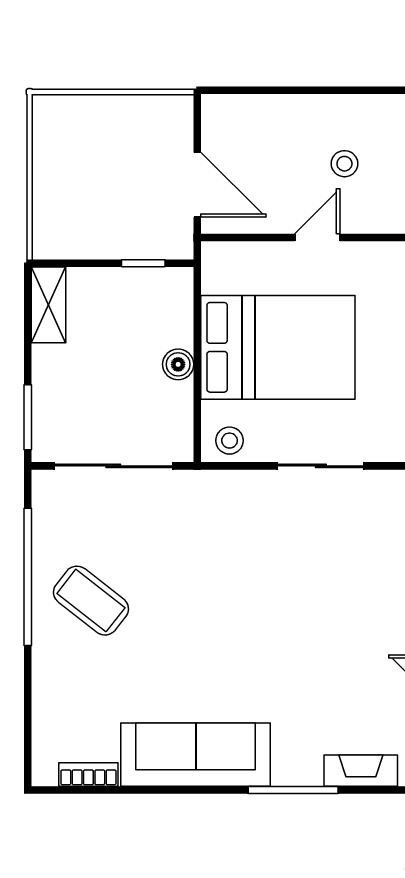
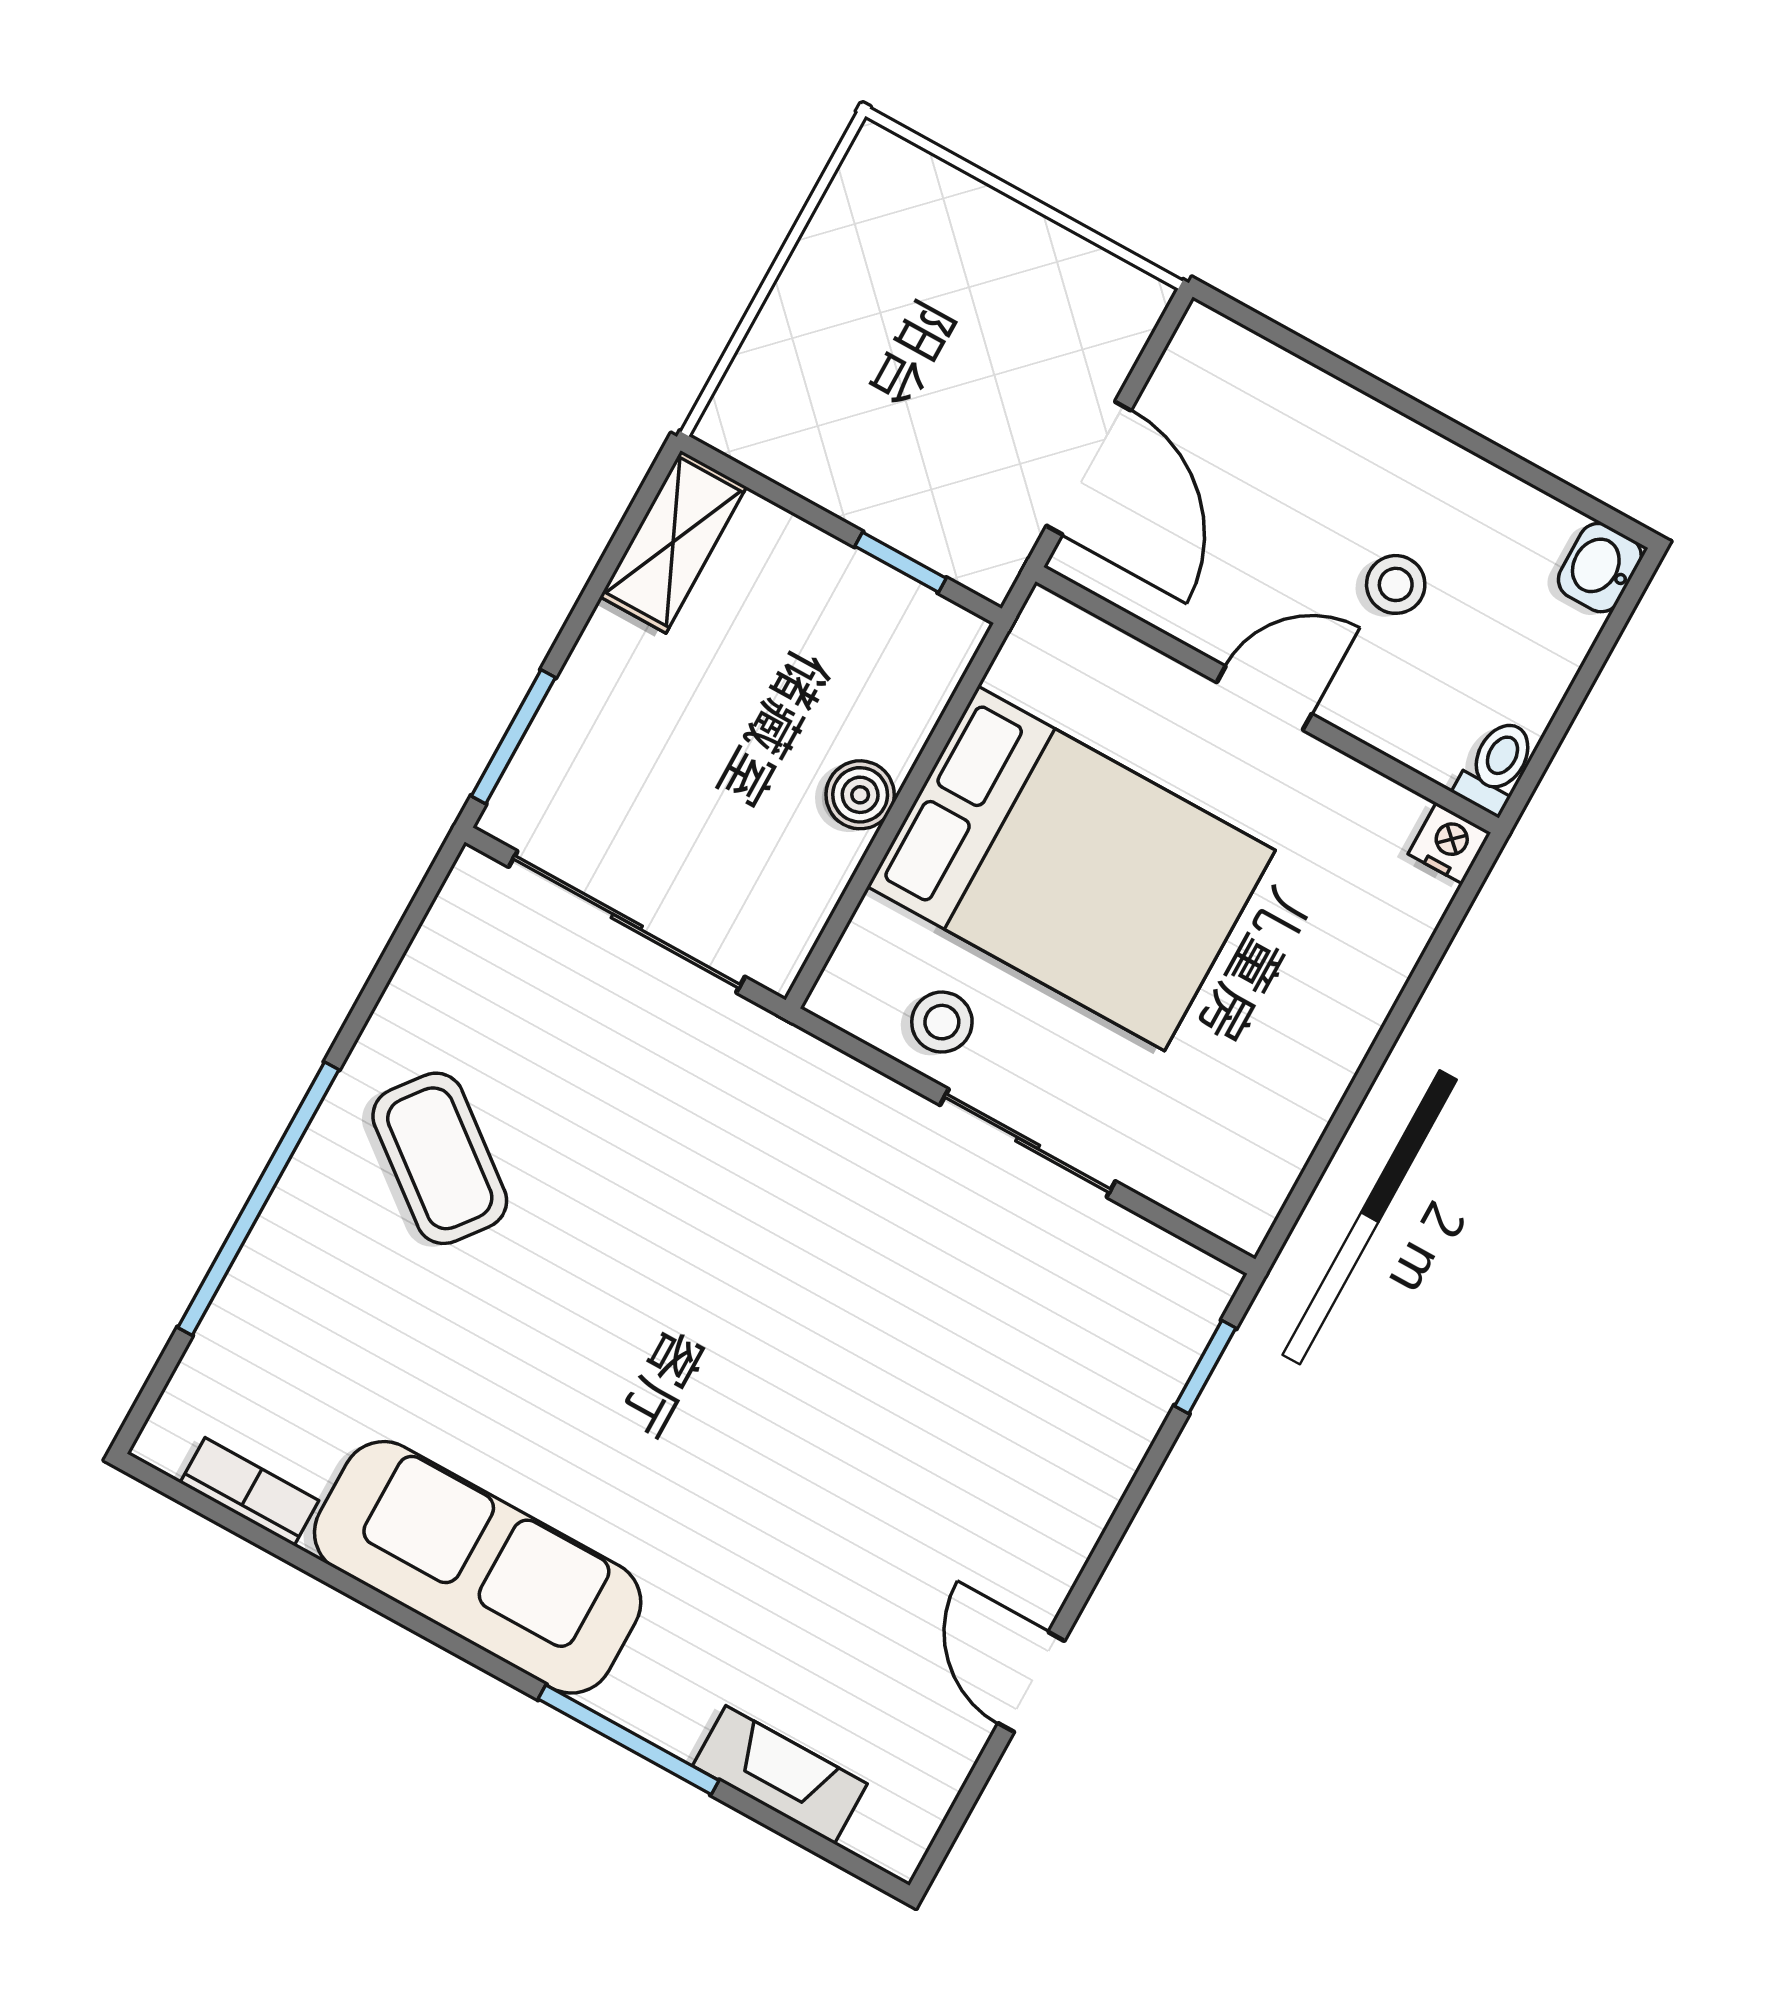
stool: (230, 441) -> (942, 1022), moved
window: (28, 577) -> (258, 1199), moved

